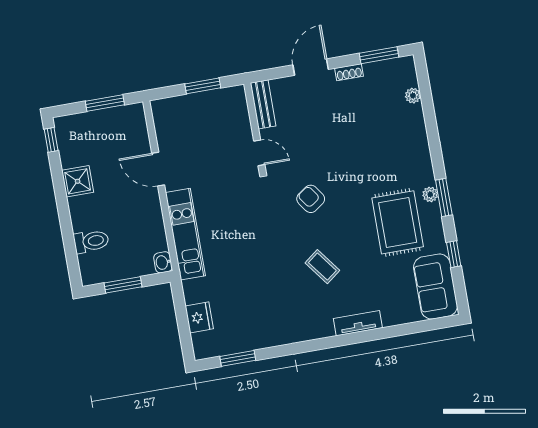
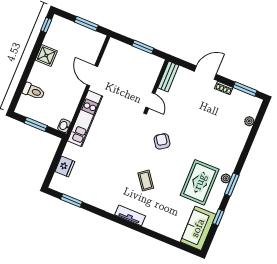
tv unit: (358, 323) -> (130, 215), moved

